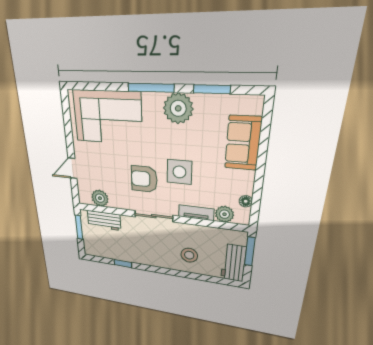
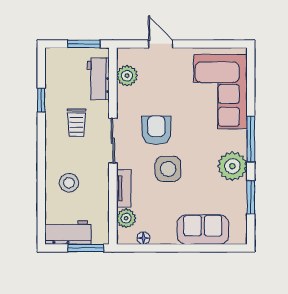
trolley: (139, 242) -> (77, 123), added

